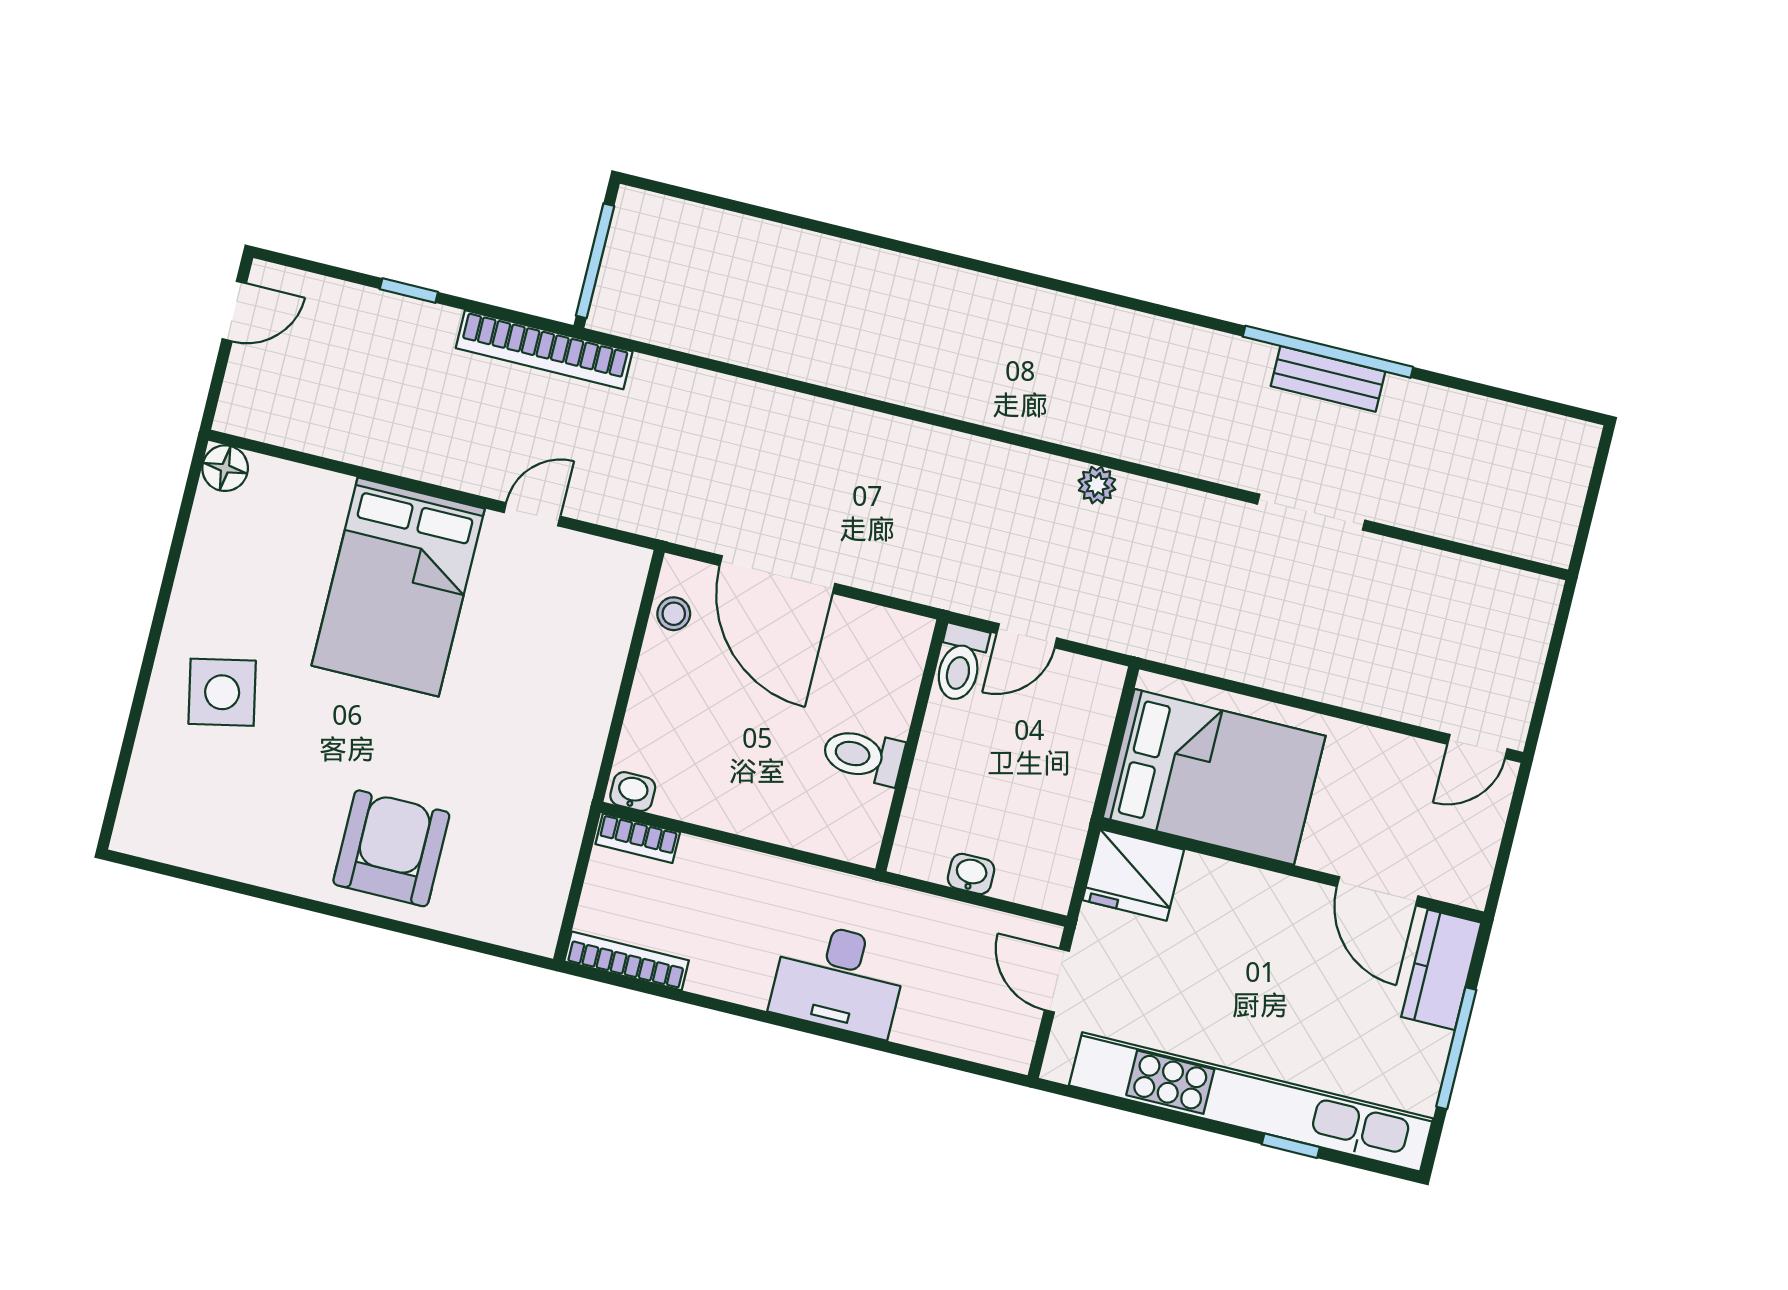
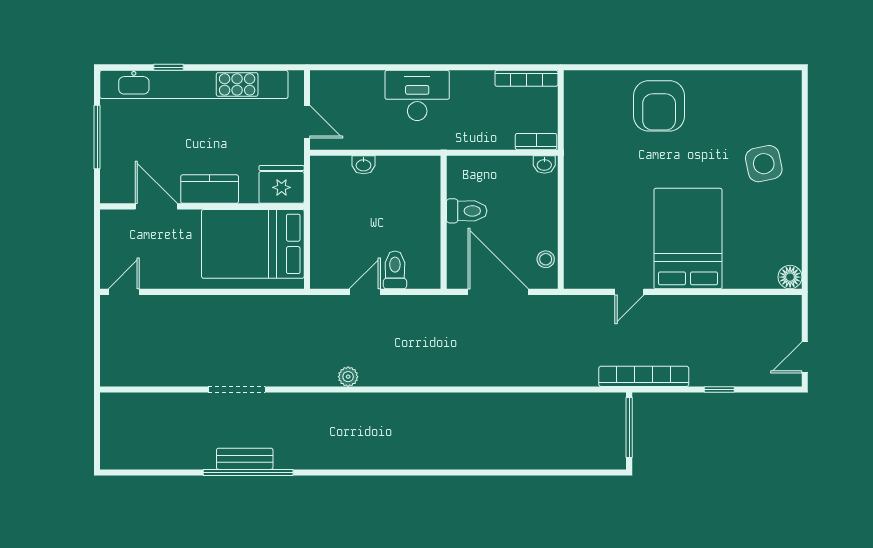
wall: (911, 745) -> (444, 222), moved
toilet: (863, 756) -> (467, 211), moved
kitchen counter: (1441, 970) -> (210, 189), moved, turned -90

